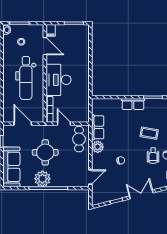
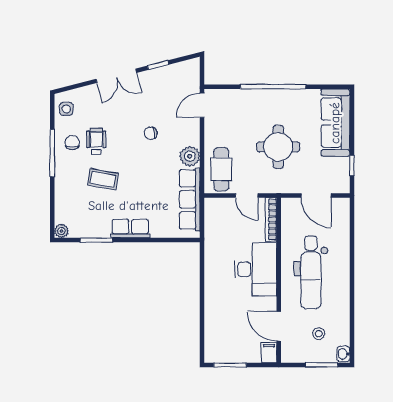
dental chair: (26, 78) -> (311, 272), turned 180
row of seats: (98, 127) -> (190, 199), width x1.48
plant: (42, 179) -> (283, 102), removed

